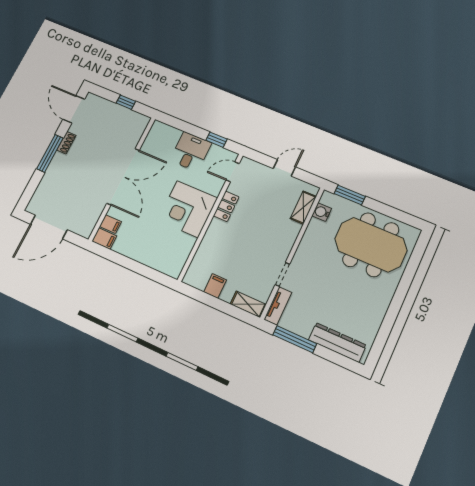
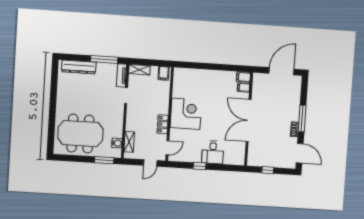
door: (233, 172) -> (167, 148), moved
locker: (226, 206) -> (163, 124), moved
corner desk: (188, 209) -> (186, 114), moved
wall: (211, 217) -> (170, 114), moved

